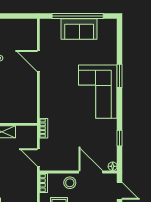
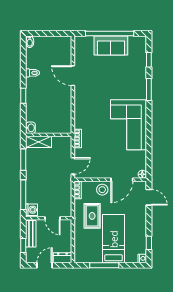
corner sofa: (98, 92) -> (129, 125), moved
window: (120, 138) -> (149, 60), moved
door: (38, 157) -> (73, 166), swing flipped
door: (91, 172) -> (122, 180), swing flipped

